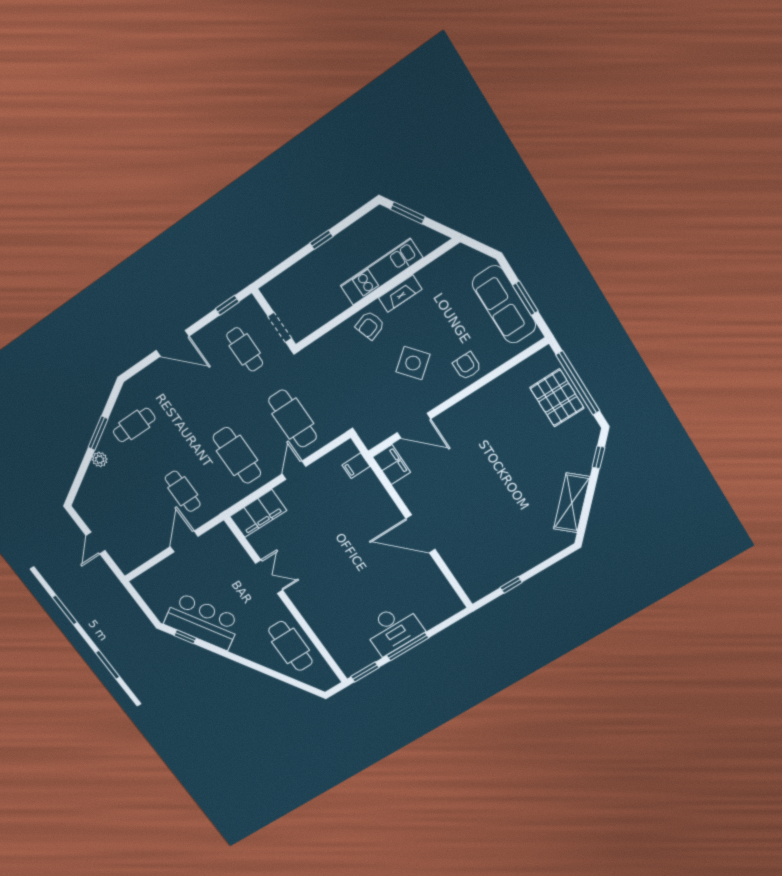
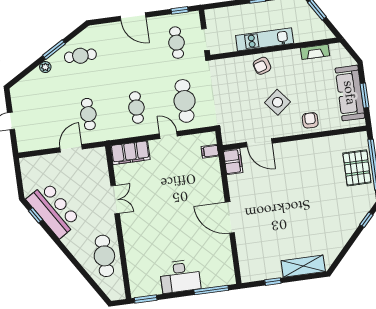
kitchen unit: (381, 272) -> (265, 39), moved
fireplace: (400, 293) -> (315, 52), moved
cafe table: (237, 455) -> (136, 108), width x0.73, depth x0.74
door: (294, 470) -> (168, 135), hinge flipped
shelving: (572, 503) -> (303, 266), moved, turned 47
window: (408, 647) -> (211, 290), moved

